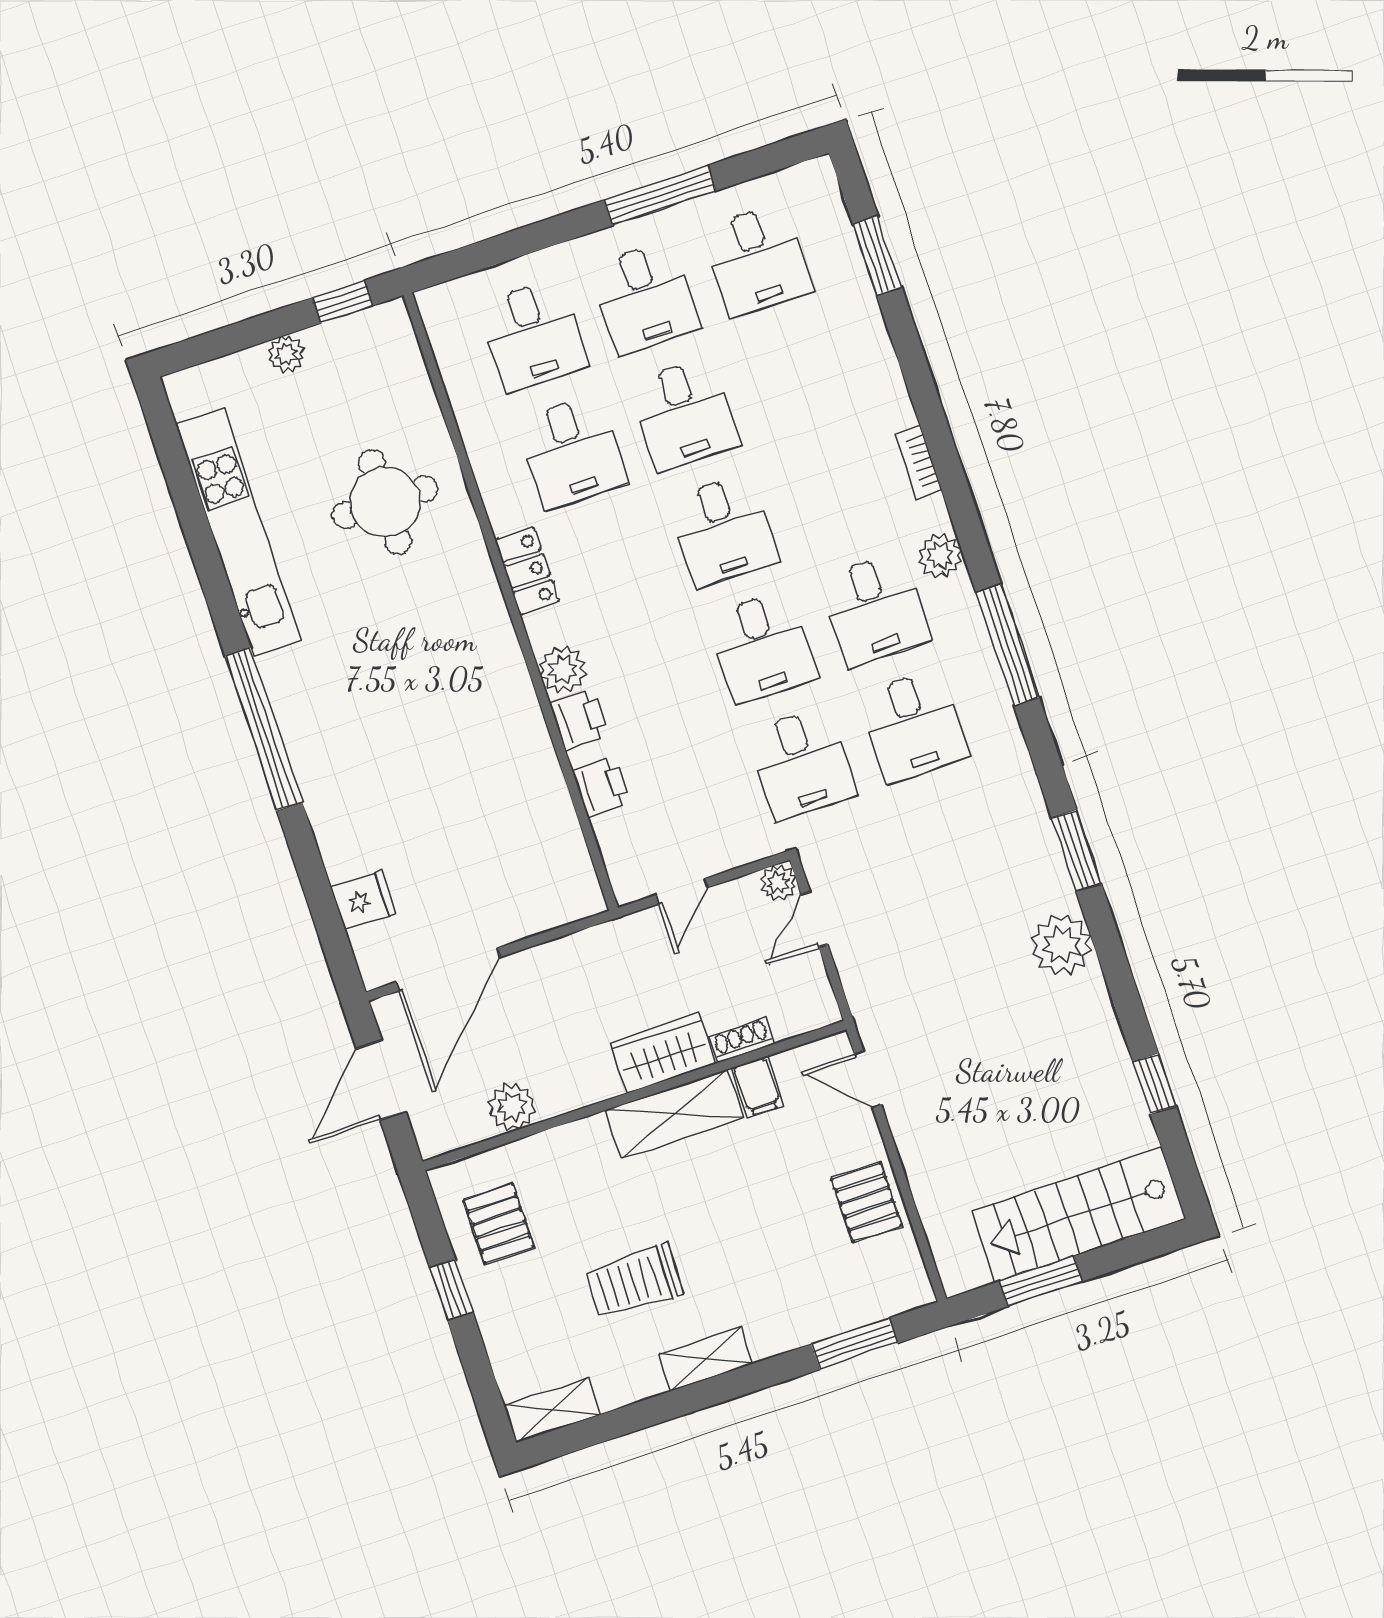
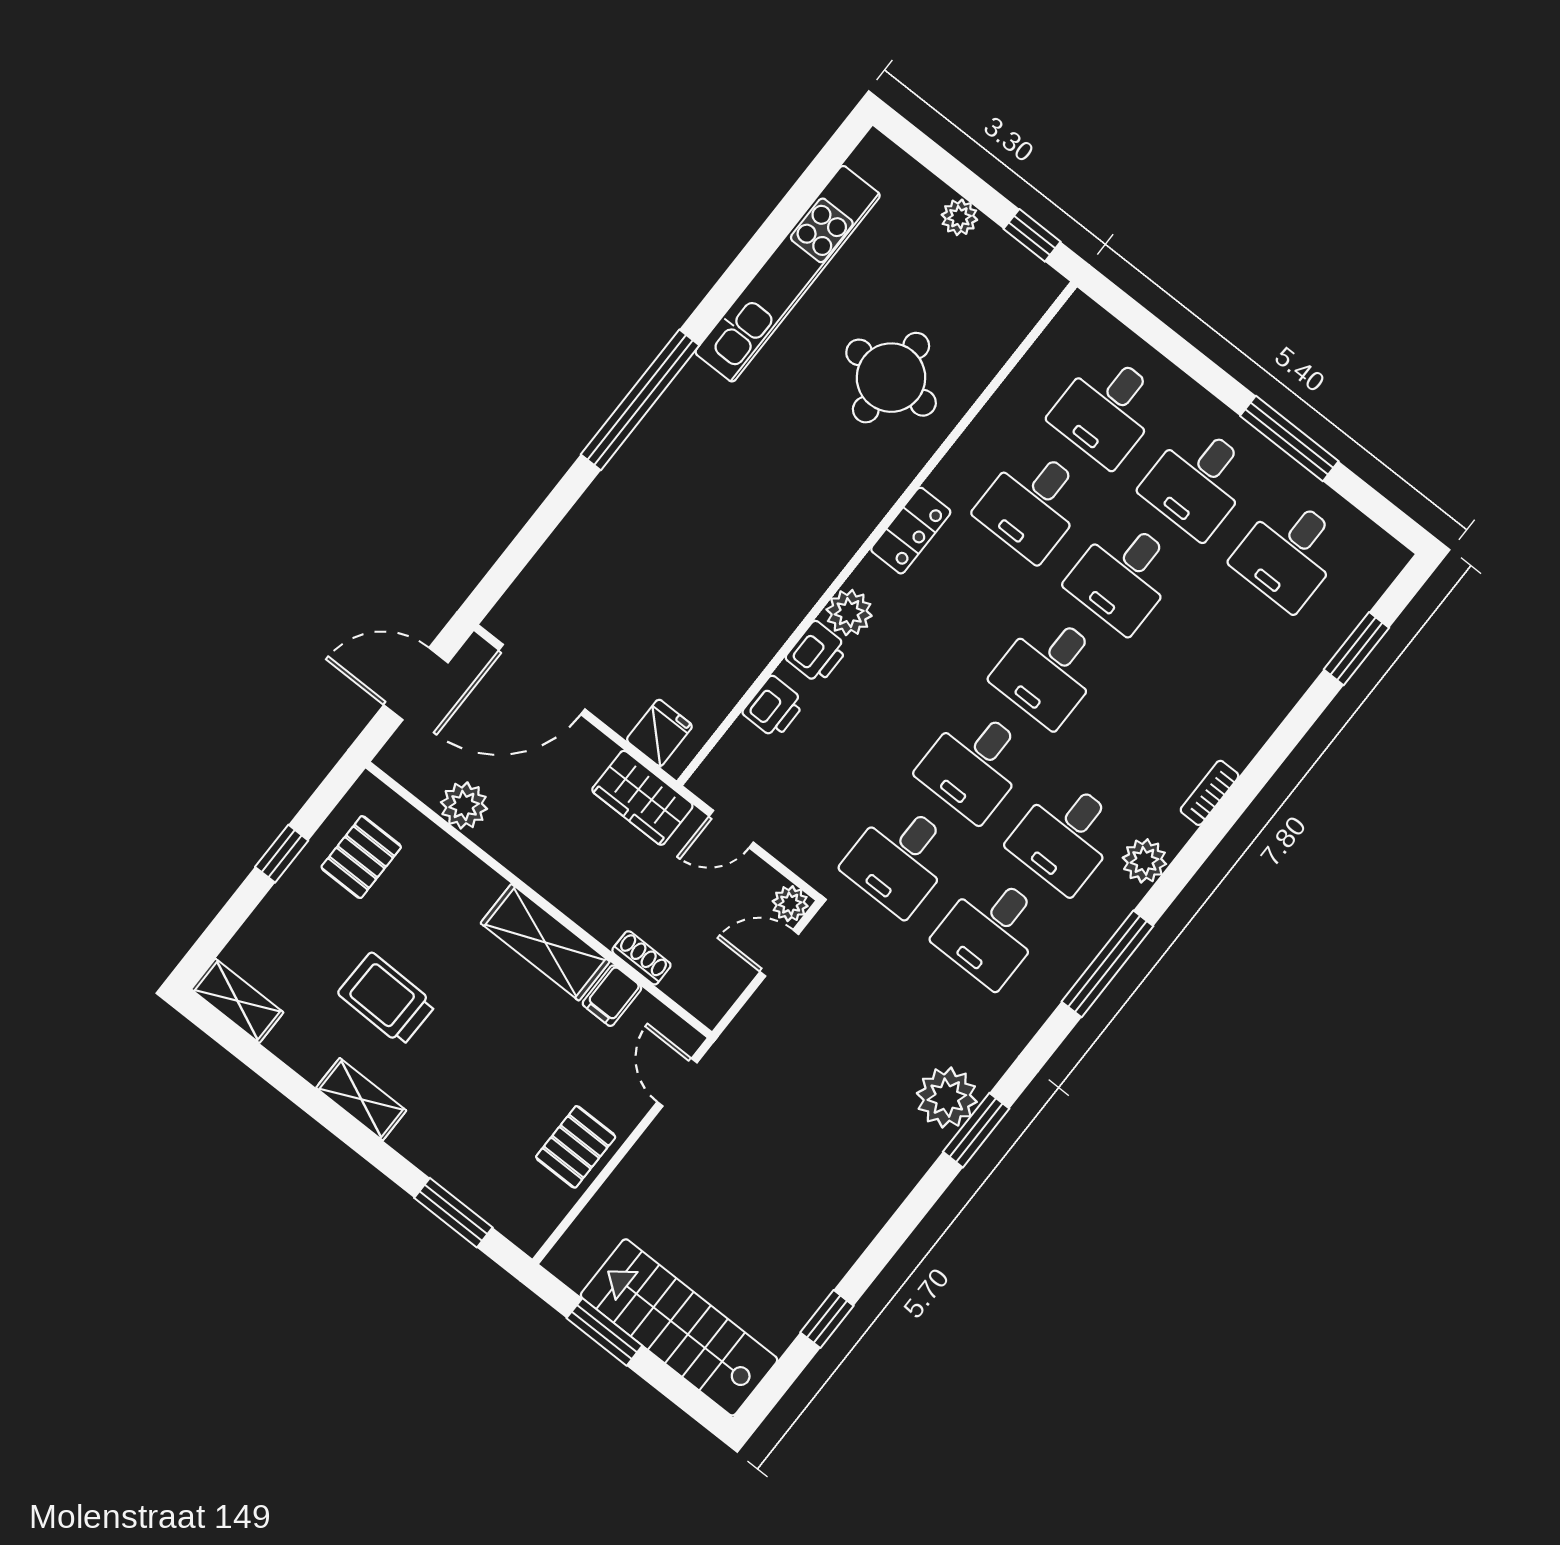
fridge: (364, 900) -> (659, 733), moved, turned -90
plant: (1061, 945) -> (947, 1098), moved
wardrobe: (663, 1053) -> (642, 798), moved, turned 180

